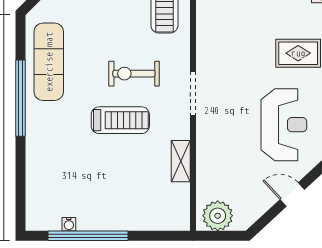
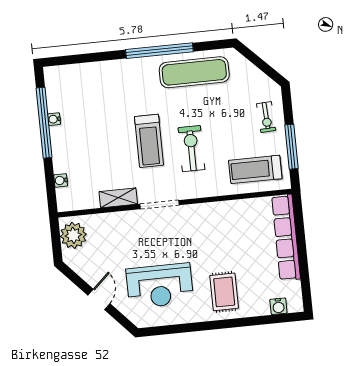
doorway: (193, 94) -> (160, 205), moved
water cooler: (69, 224) -> (54, 119), moved
water cooler: (155, 224) -> (61, 180), added

